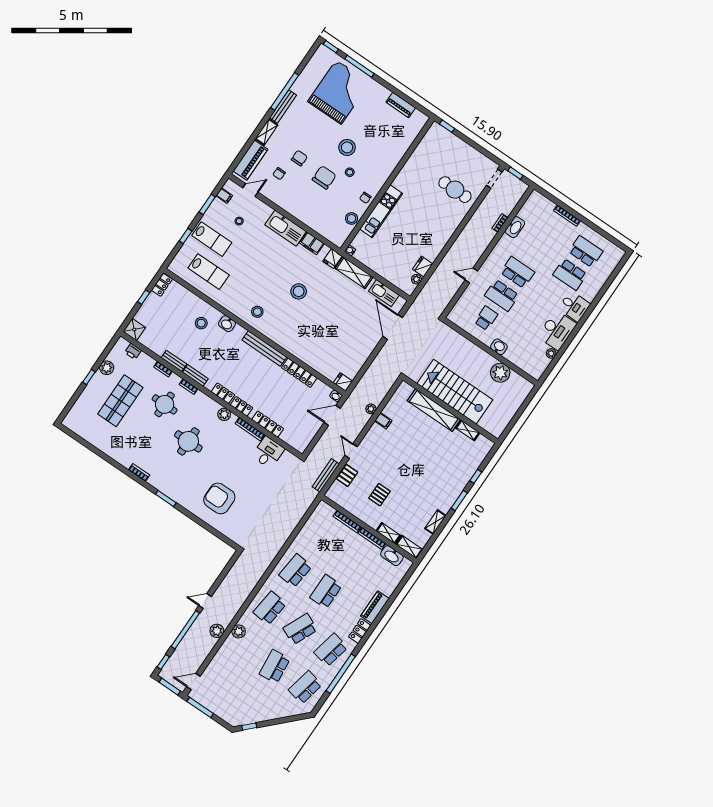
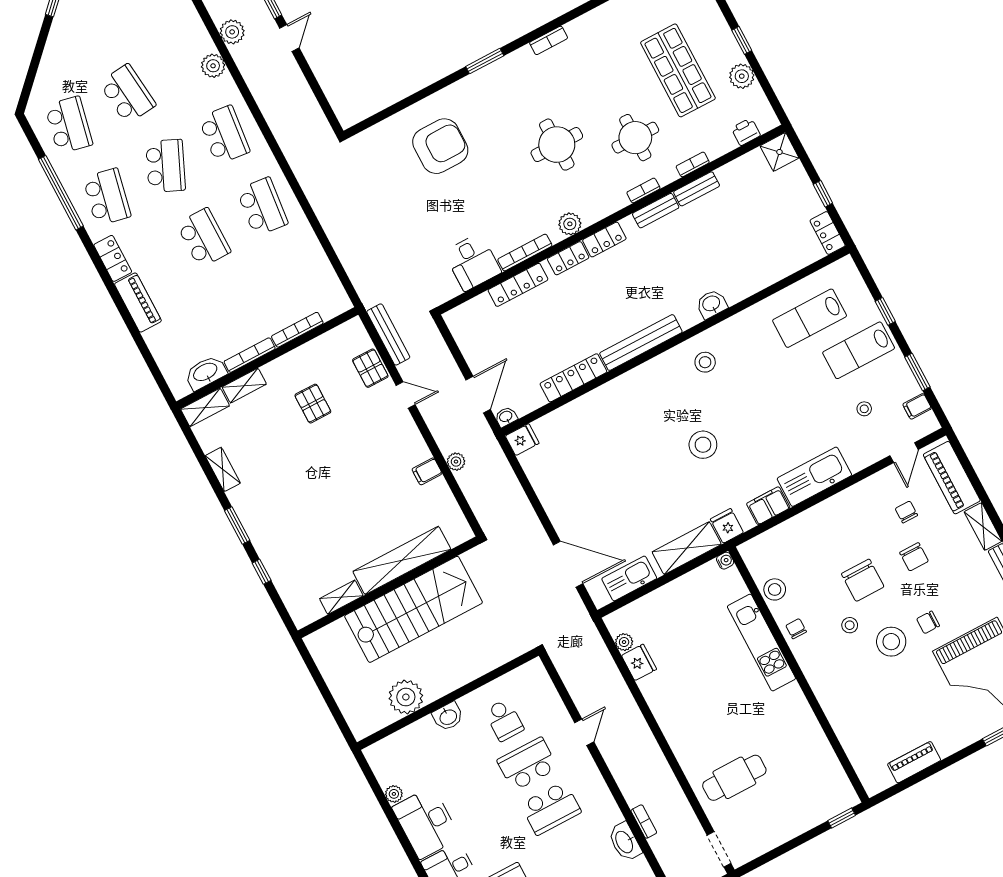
chair: (328, 134) -> (928, 622), added
stool: (201, 323) -> (734, 264), removed

